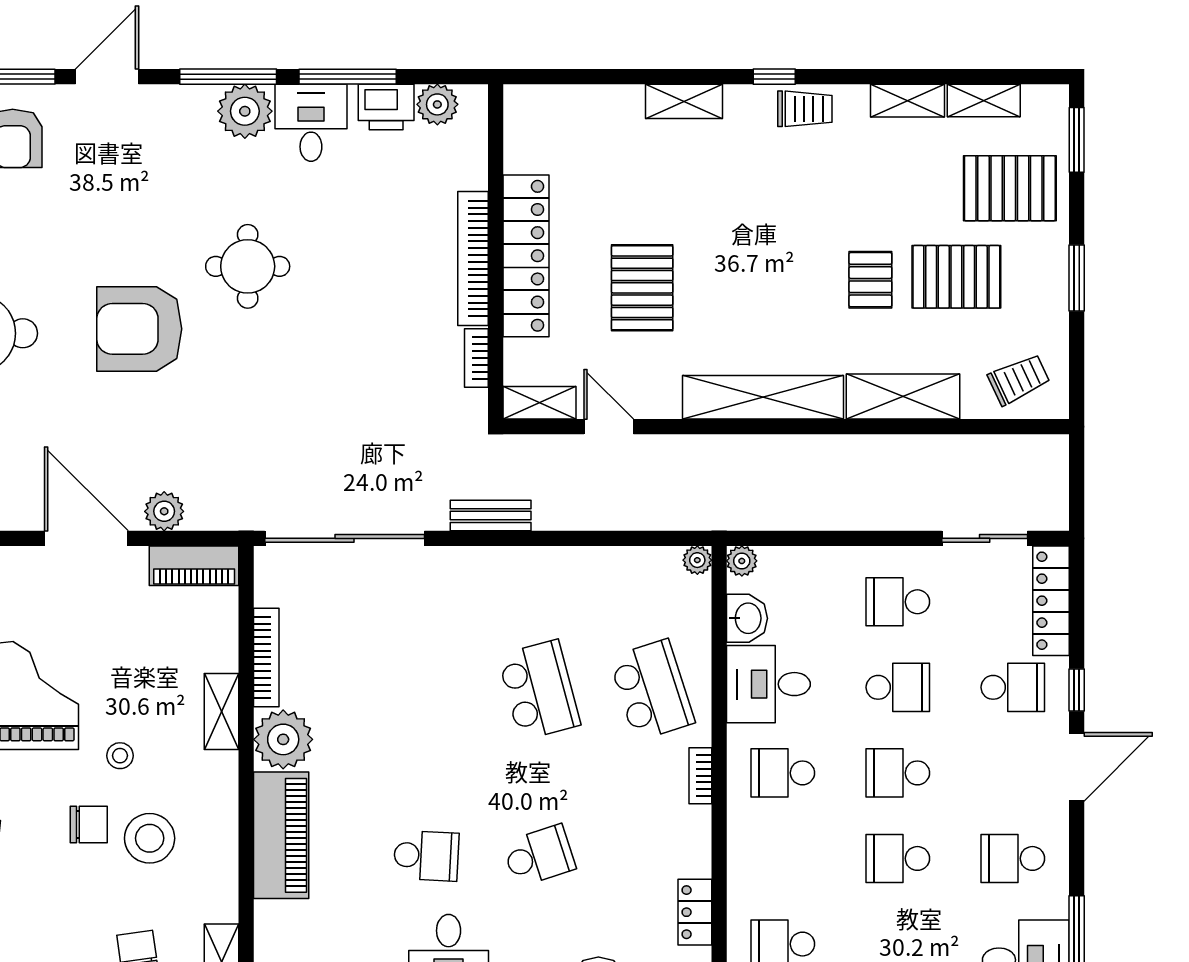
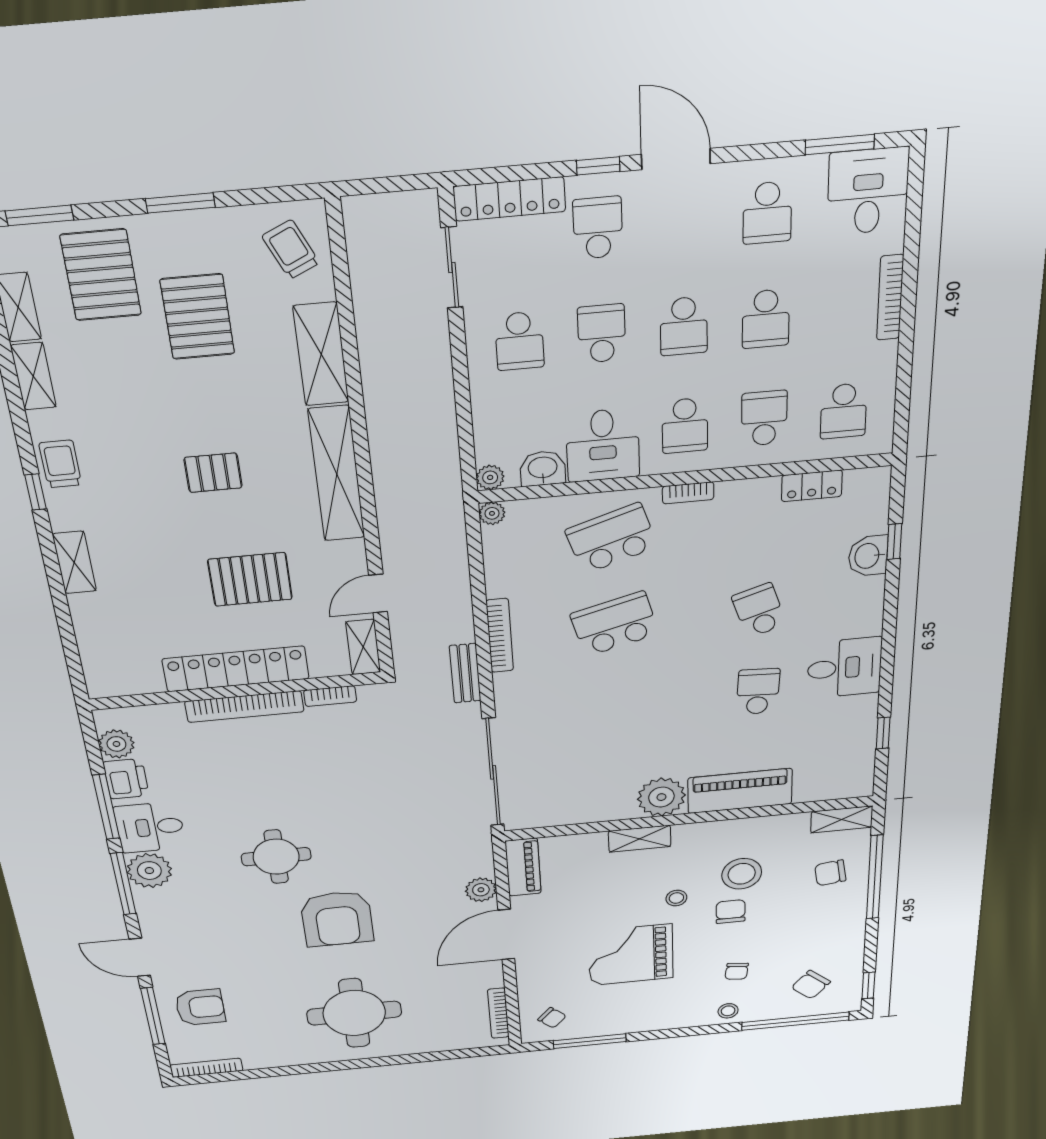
pallet: (870, 280) -> (213, 473), moved
bookcase: (266, 657) -> (500, 636), moved, turned 90
school desk: (783, 858) -> (764, 418), added

